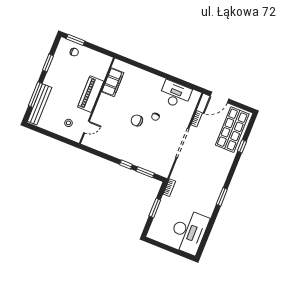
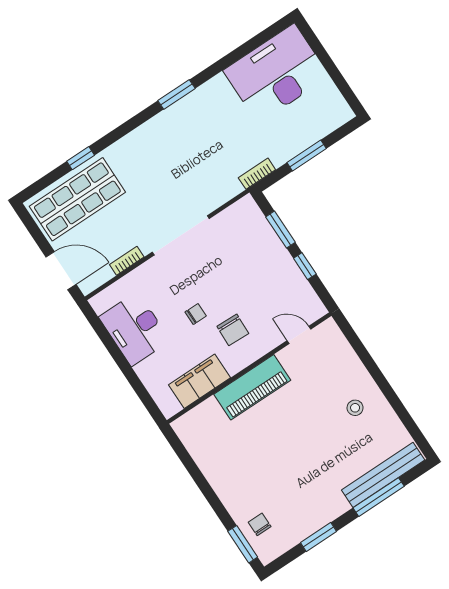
filing cabinet: (113, 82) -> (199, 381), moved
piano: (91, 94) -> (252, 387), moved
wall: (97, 101) -> (249, 368), moved
door: (87, 127) -> (299, 335), moved

